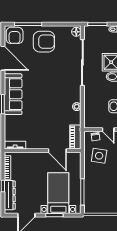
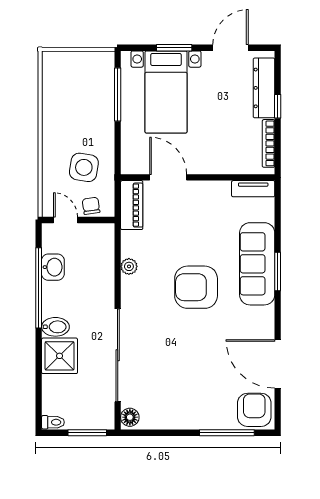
armchair: (44, 42) -> (196, 287), moved
sofa: (13, 94) -> (257, 264), moved

